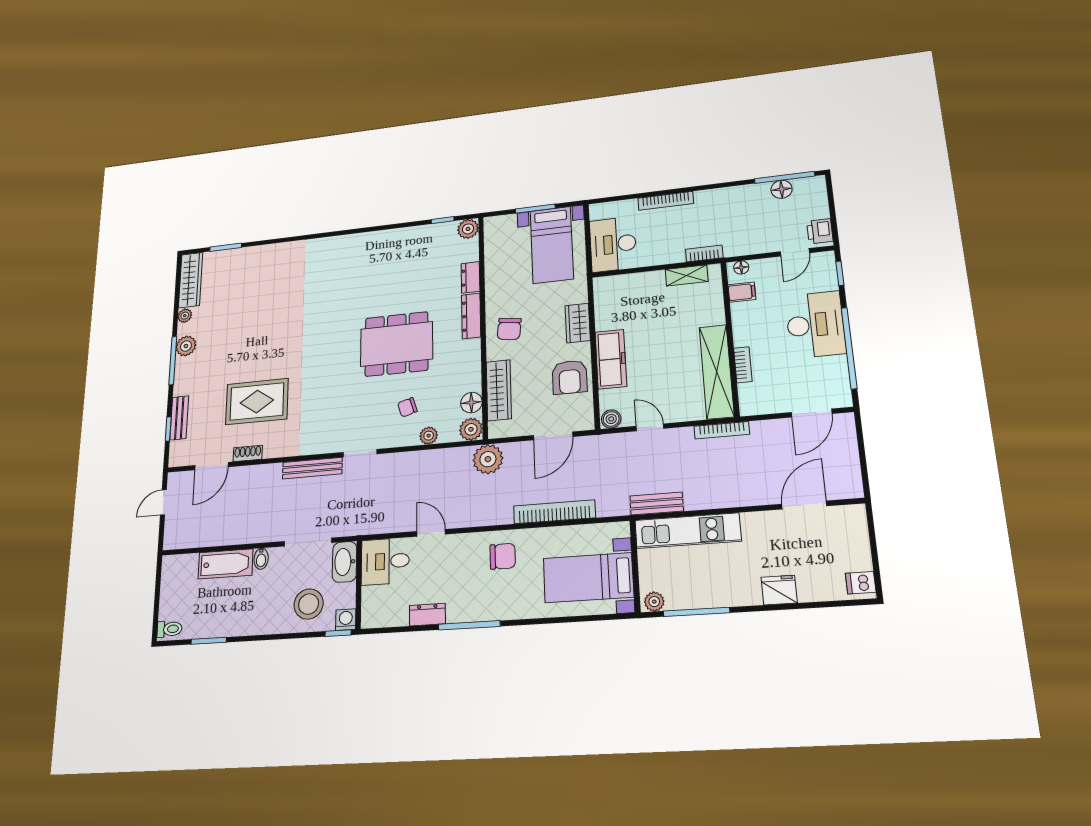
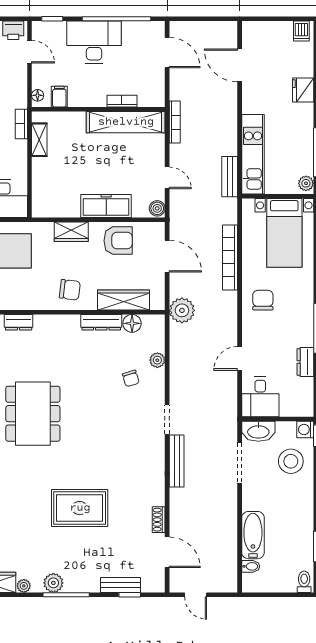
dresser: (471, 316) -> (101, 322), moved
dining table: (397, 344) -> (33, 414), moved
rug: (257, 402) -> (80, 508), moved, turned 90
door: (650, 427) -> (167, 178), swing flipped
plant: (471, 429) -> (155, 324), removed
bidet: (261, 559) -> (251, 566), moved

